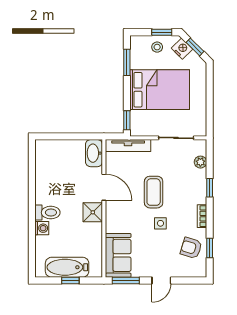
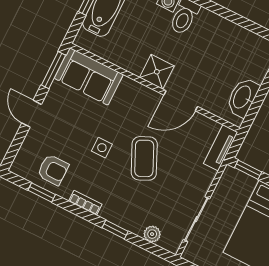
tv unit: (128, 146) -> (221, 148), width x0.71
washbasin: (94, 153) -> (243, 97), moved, turned -90
coffee table: (154, 192) -> (144, 158), turned 65
armchair: (191, 248) -> (53, 170), turned 73

